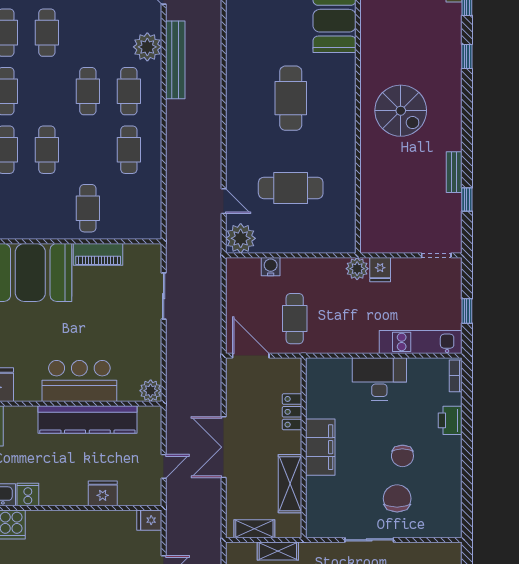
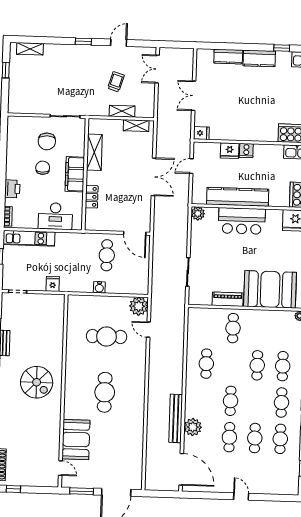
cafe table: (129, 91) -> (229, 437), moved
spiral stairs: (401, 111) -> (37, 382), turned 180
water cooler: (271, 267) -> (99, 287), moved
plant: (357, 269) -> (67, 285), removed
locker: (292, 412) -> (92, 197), moved
filing cabinet: (320, 447) -> (75, 174), moved
wall: (304, 448) -> (85, 174), moved
shelving: (290, 484) -> (94, 152), moved
cooker: (28, 494) -> (246, 150), moved

